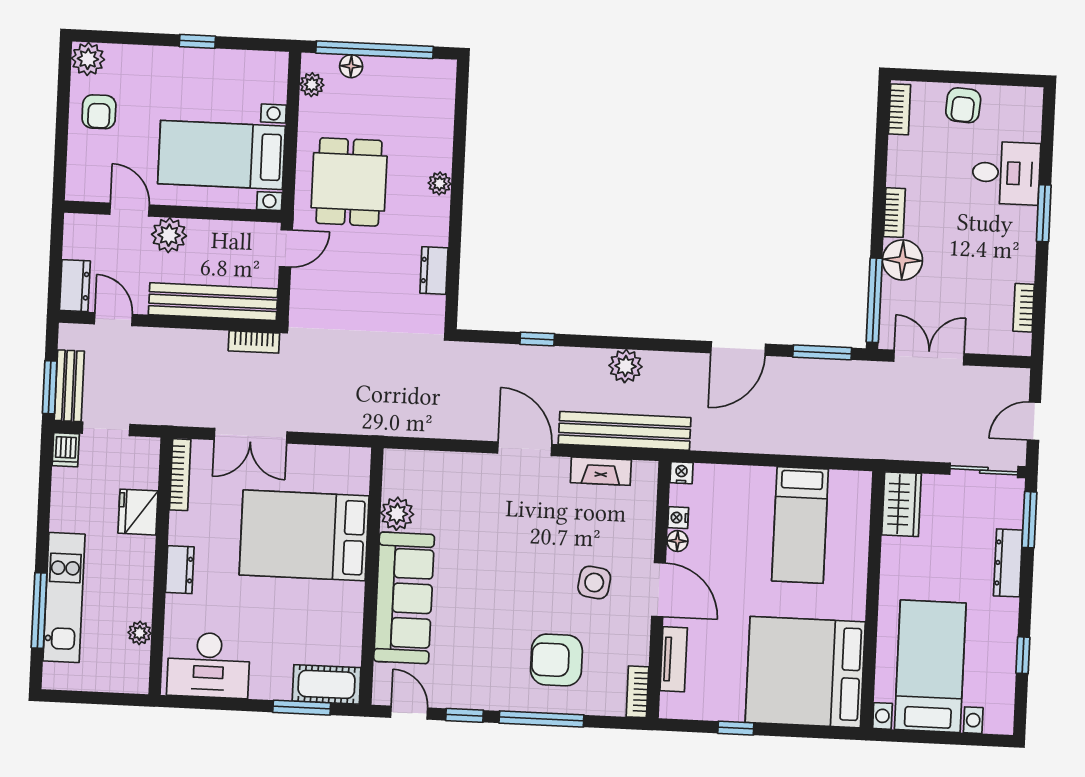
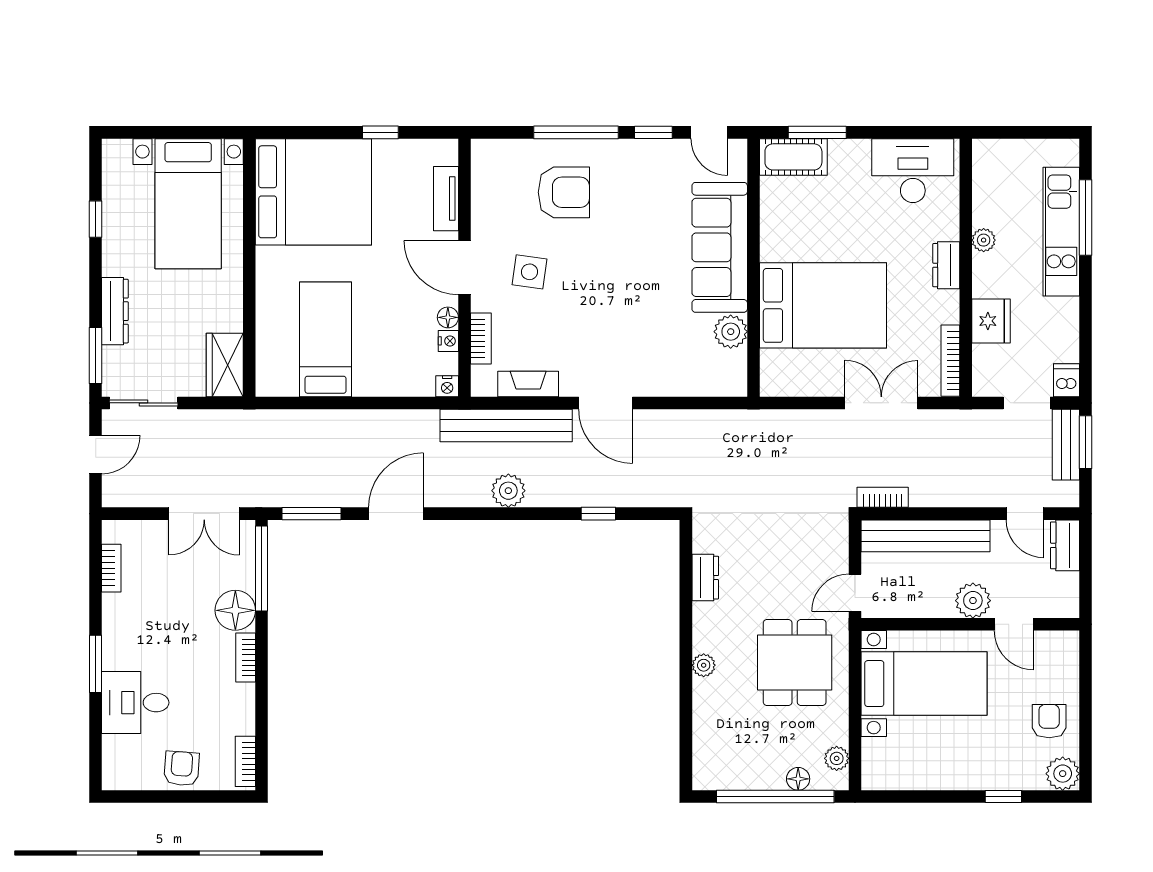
window: (197, 41) -> (1003, 796), moved
plant: (140, 633) -> (984, 240), moved
bookcase: (637, 692) -> (481, 339), moved

